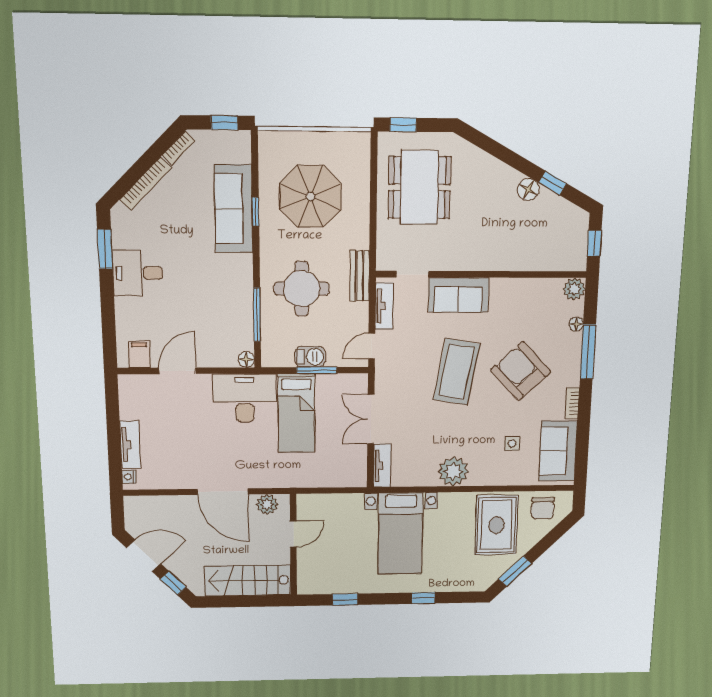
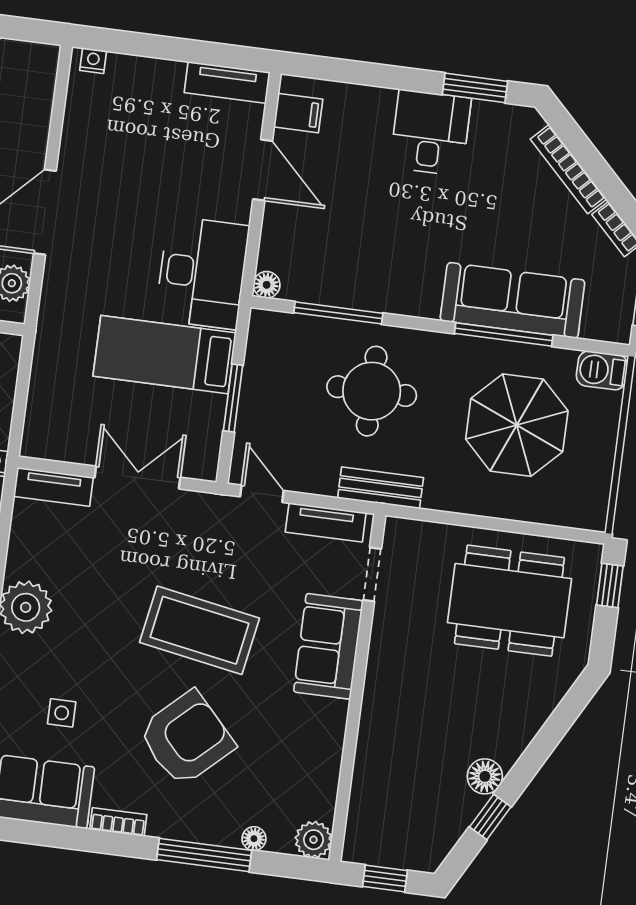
window: (255, 212) -> (504, 334), width x2.17
barbecue: (310, 357) -> (602, 370), moved, turned 90
tv unit: (130, 445) -> (227, 82), moved

